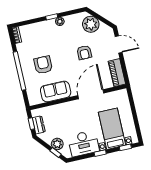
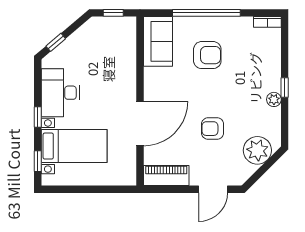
sofa: (56, 91) -> (158, 41), moved
door: (91, 94) -> (140, 124), hinge flipped
dresser: (39, 125) -> (108, 25), removed
plant: (57, 144) -> (69, 48), removed

